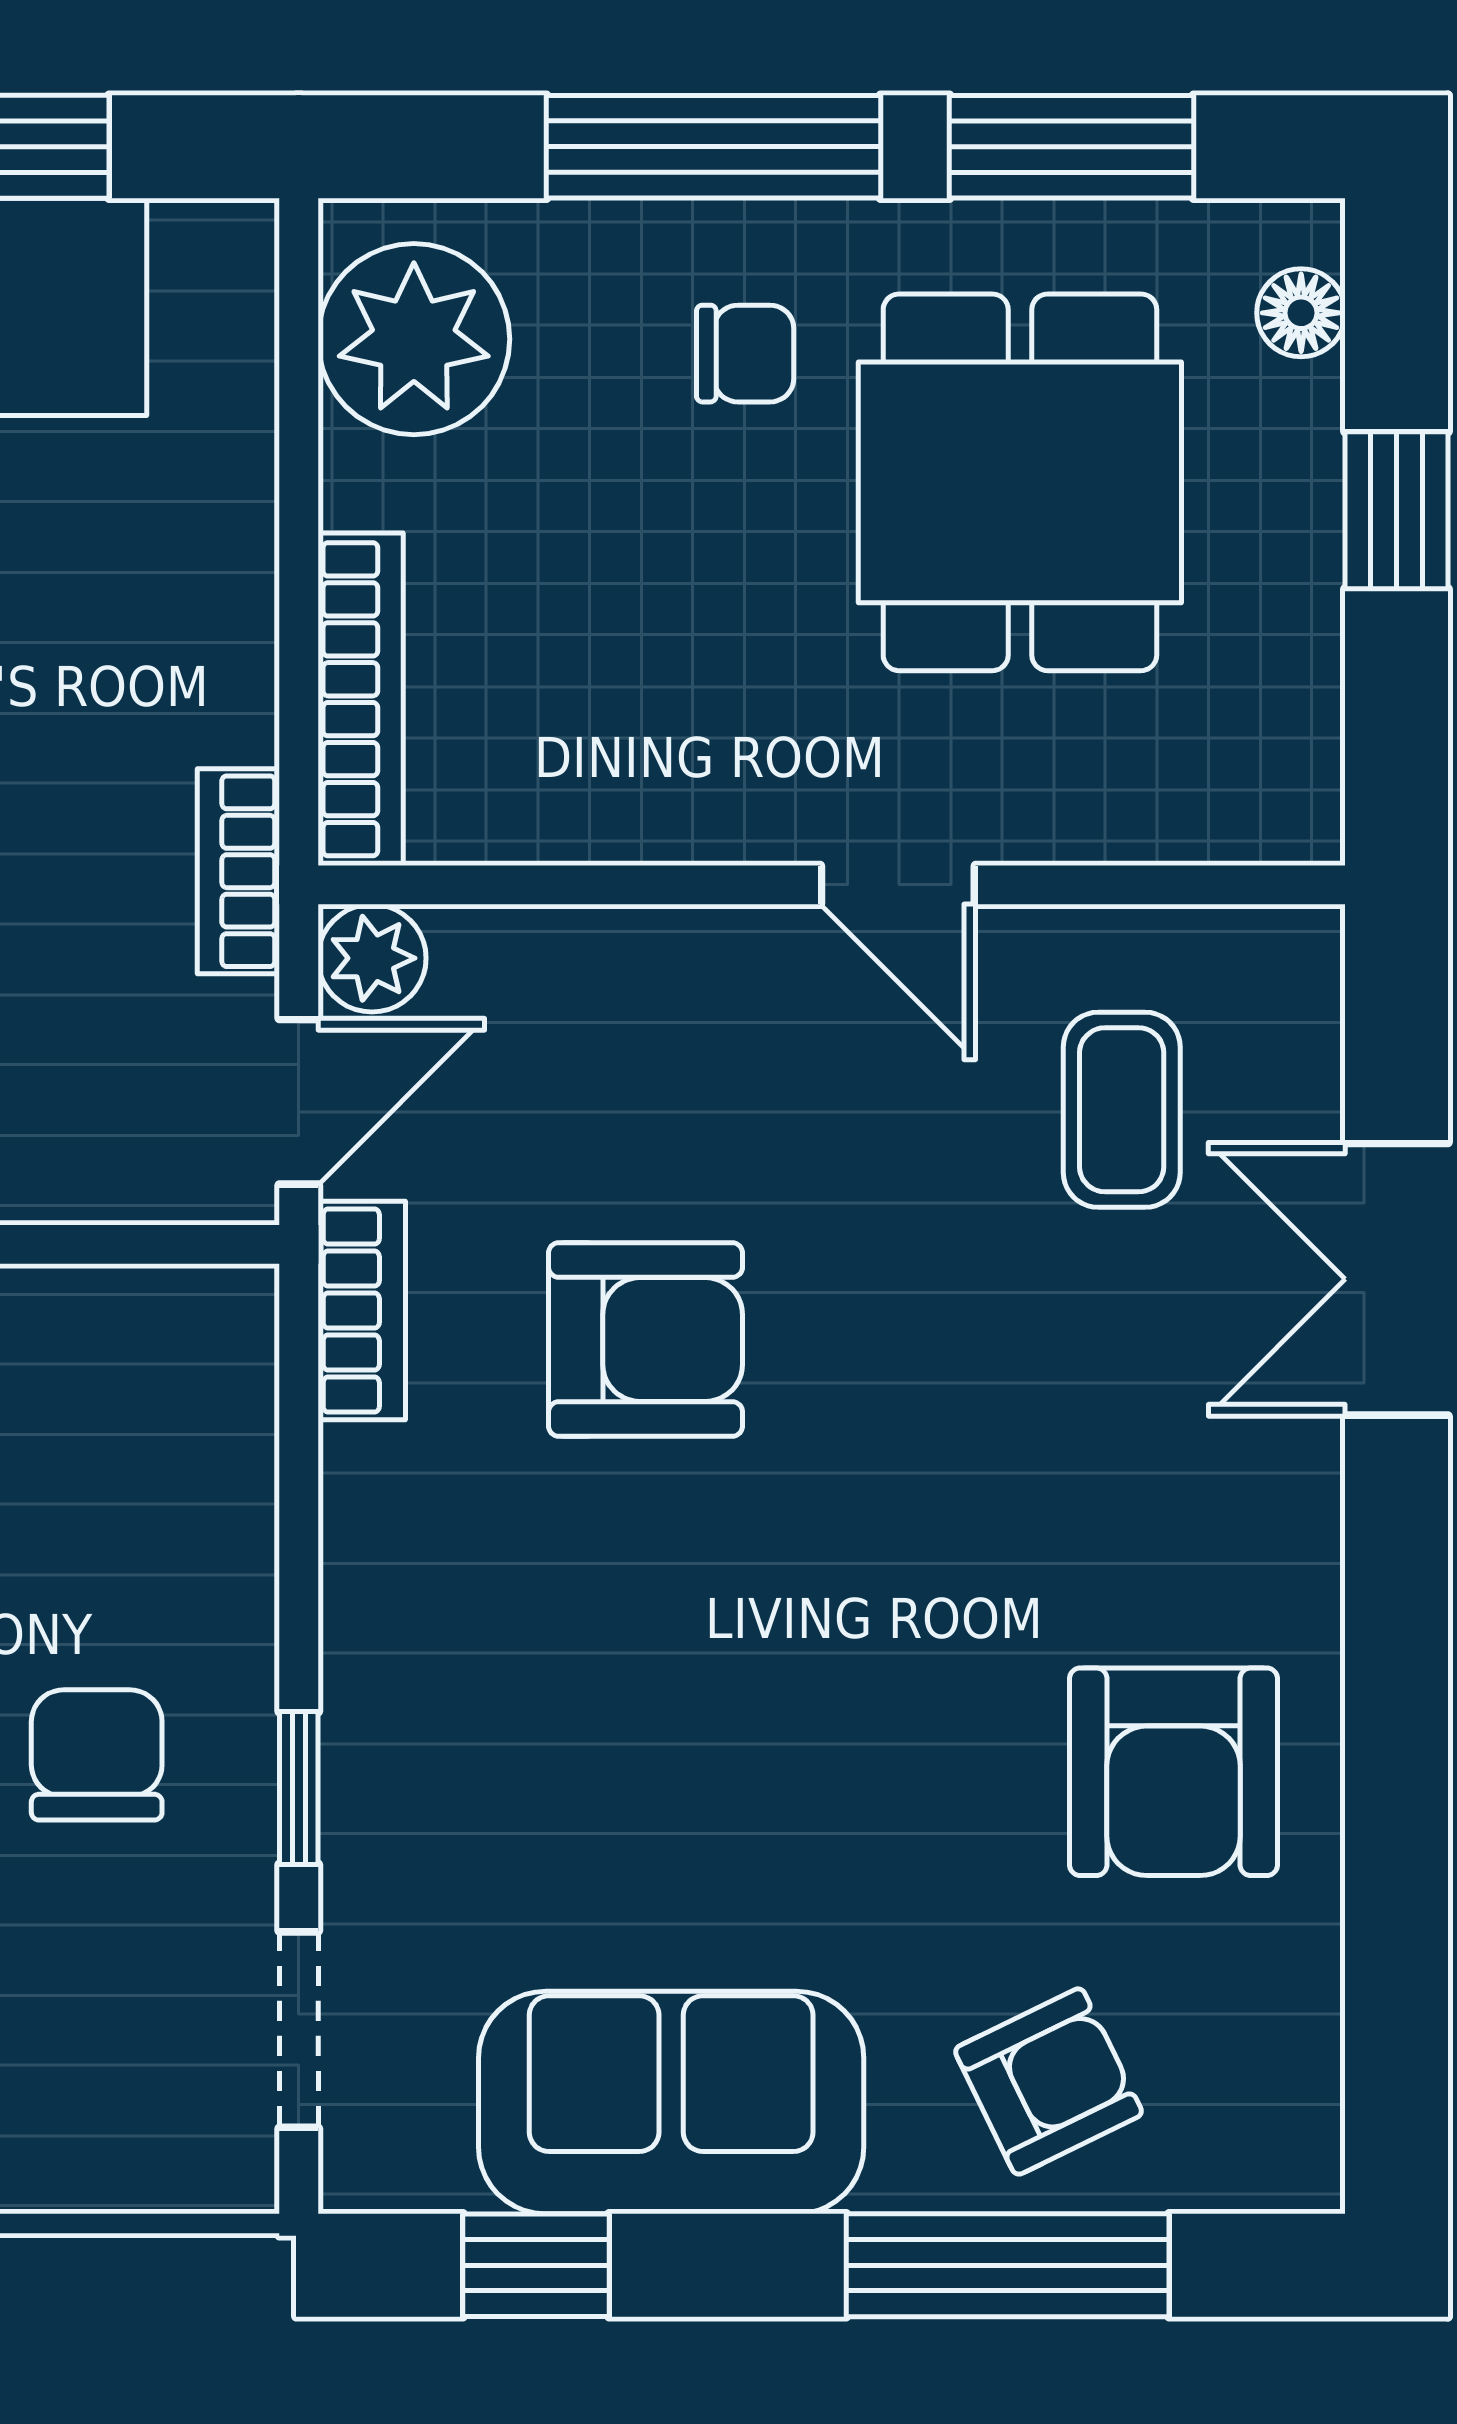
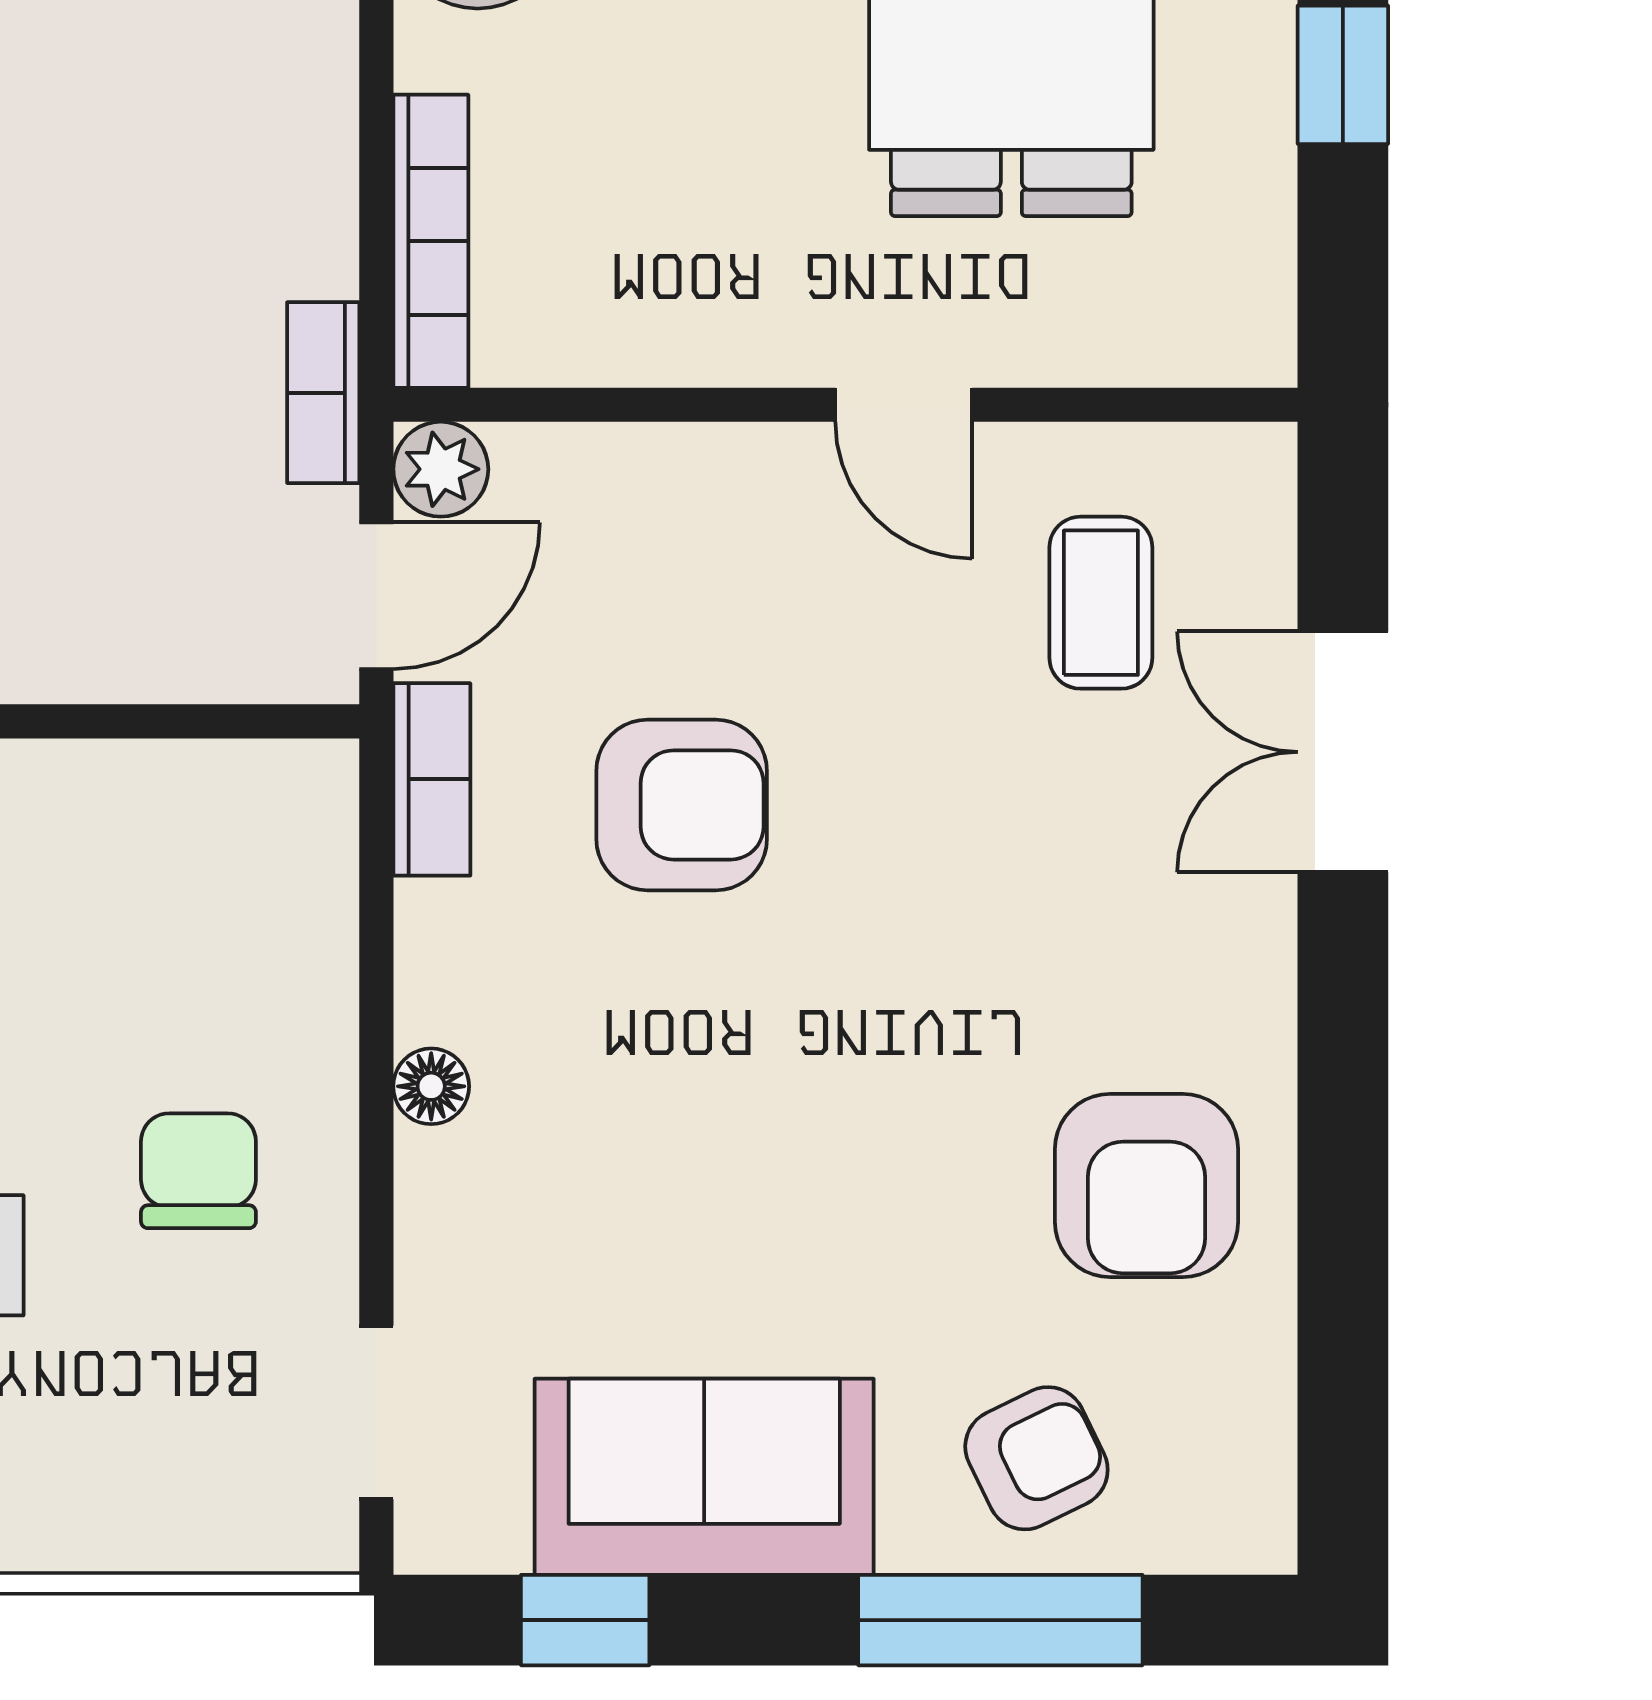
floor lamp: (361, 1659) -> (431, 1086), added
window: (299, 1788) -> (376, 1200), removed

